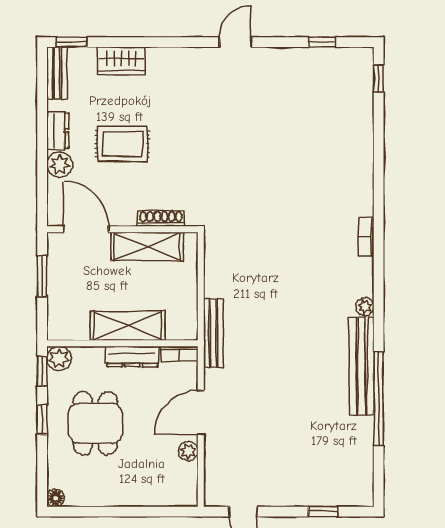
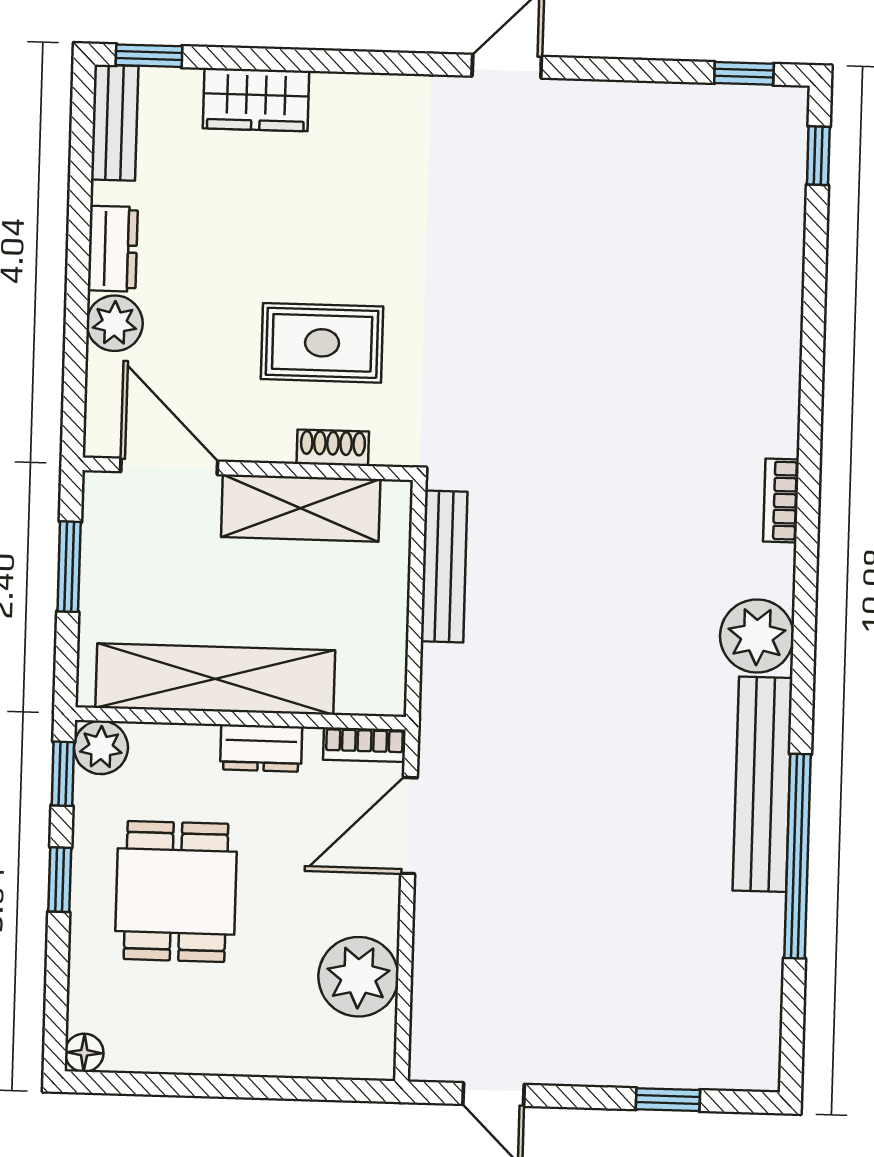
window: (322, 42) -> (744, 73), moved
rug: (122, 144) -> (322, 343), moved
shoe rack: (161, 219) -> (333, 448), width x0.70
plant: (365, 307) -> (757, 636), width x1.87, depth x1.87
shelving: (128, 326) -> (215, 679), width x1.47
bench: (213, 333) -> (444, 566), moved
dresser: (132, 357) -> (261, 748), width x0.70
door: (201, 413) -> (409, 826), moved
plant: (188, 451) -> (358, 977), width x1.87, depth x1.87

